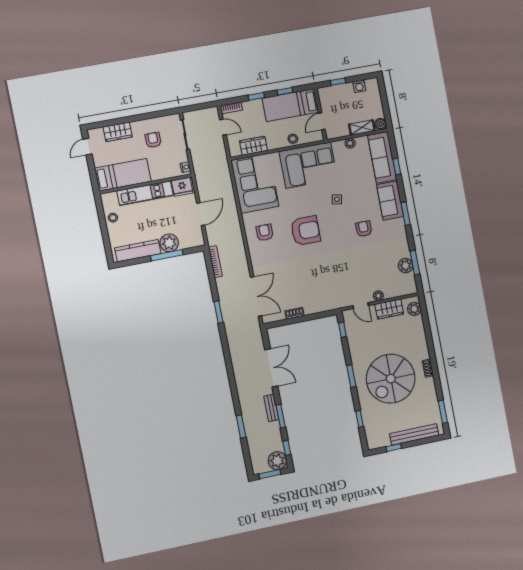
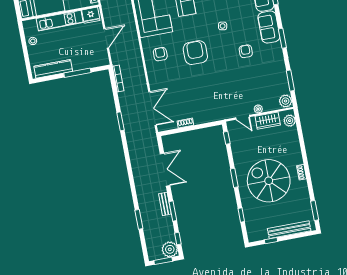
armchair: (305, 231) -> (195, 53), turned -90
plant: (169, 243) -> (79, 62), removed
plant: (406, 266) -> (286, 101), moved
spiral stairs: (391, 379) -> (269, 181), turned 90

